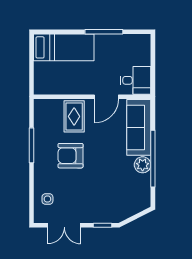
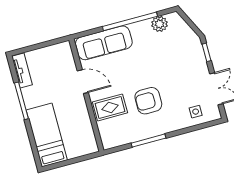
tv unit: (133, 40) -> (22, 70), added
desk: (136, 80) -> (60, 58), removed
armchair: (71, 156) -> (148, 101), turned 90
plant: (143, 165) -> (160, 24), moved

